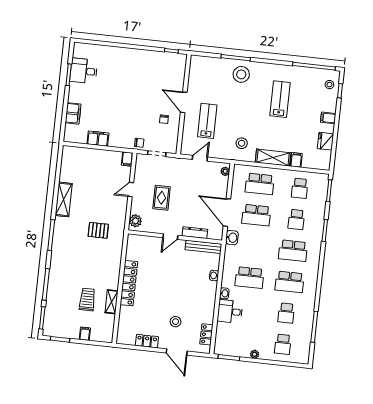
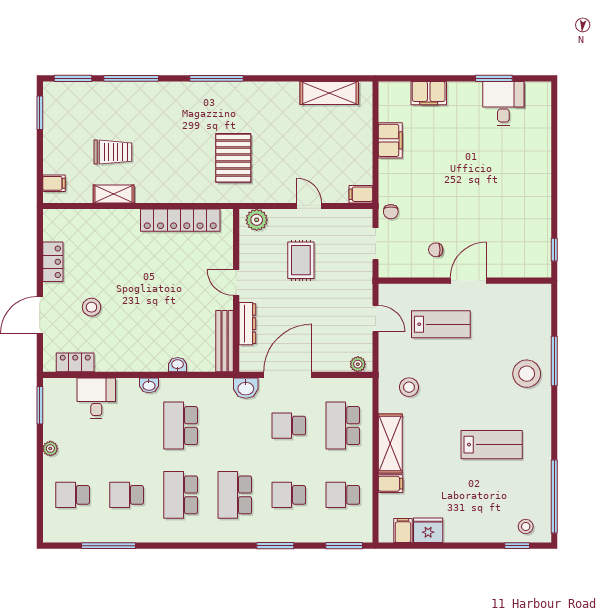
filing cabinet: (328, 118) -> (403, 530), moved
rug: (162, 198) -> (301, 260), turned 90
shelving: (64, 199) -> (329, 93), moved
school desk: (256, 215) -> (289, 426), width x0.54
pallet: (98, 230) -> (233, 158), width x1.50, depth x1.42
locker: (129, 283) -> (180, 220), moved
desk: (230, 311) -> (96, 398), moved
filing cabinet: (85, 334) -> (54, 183), moved

